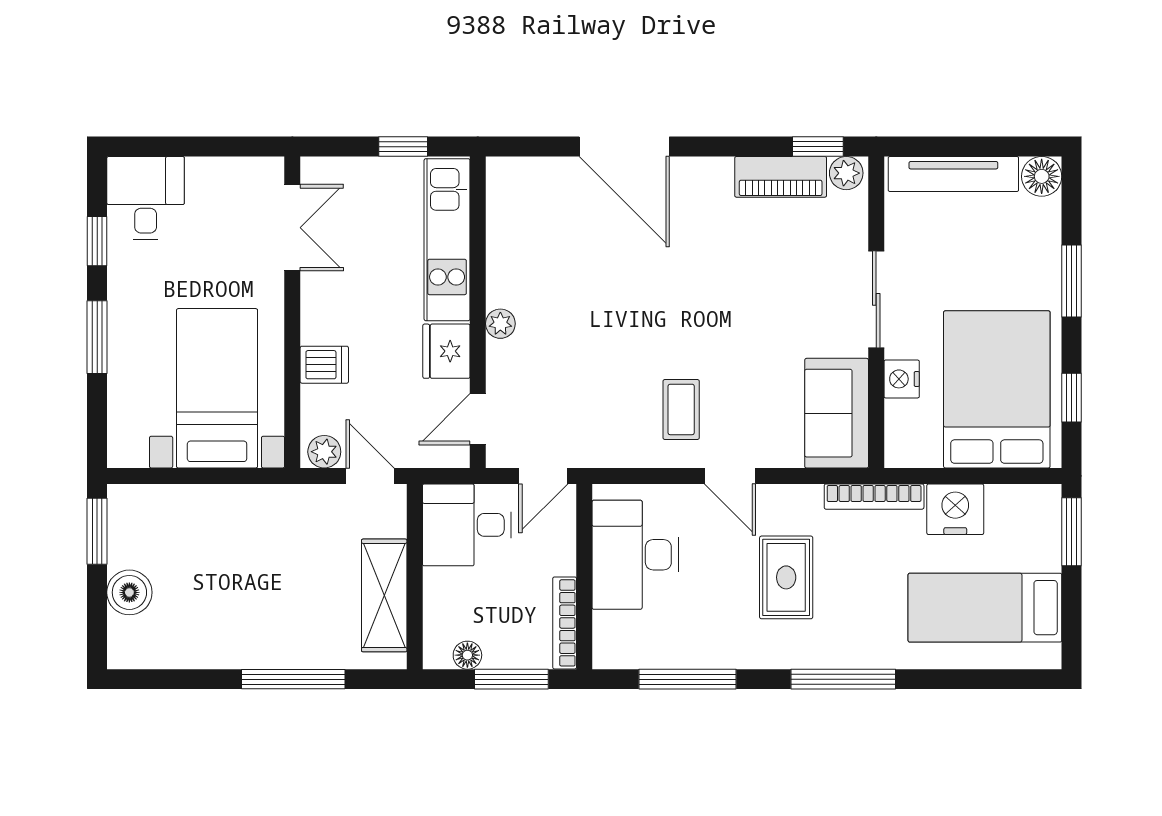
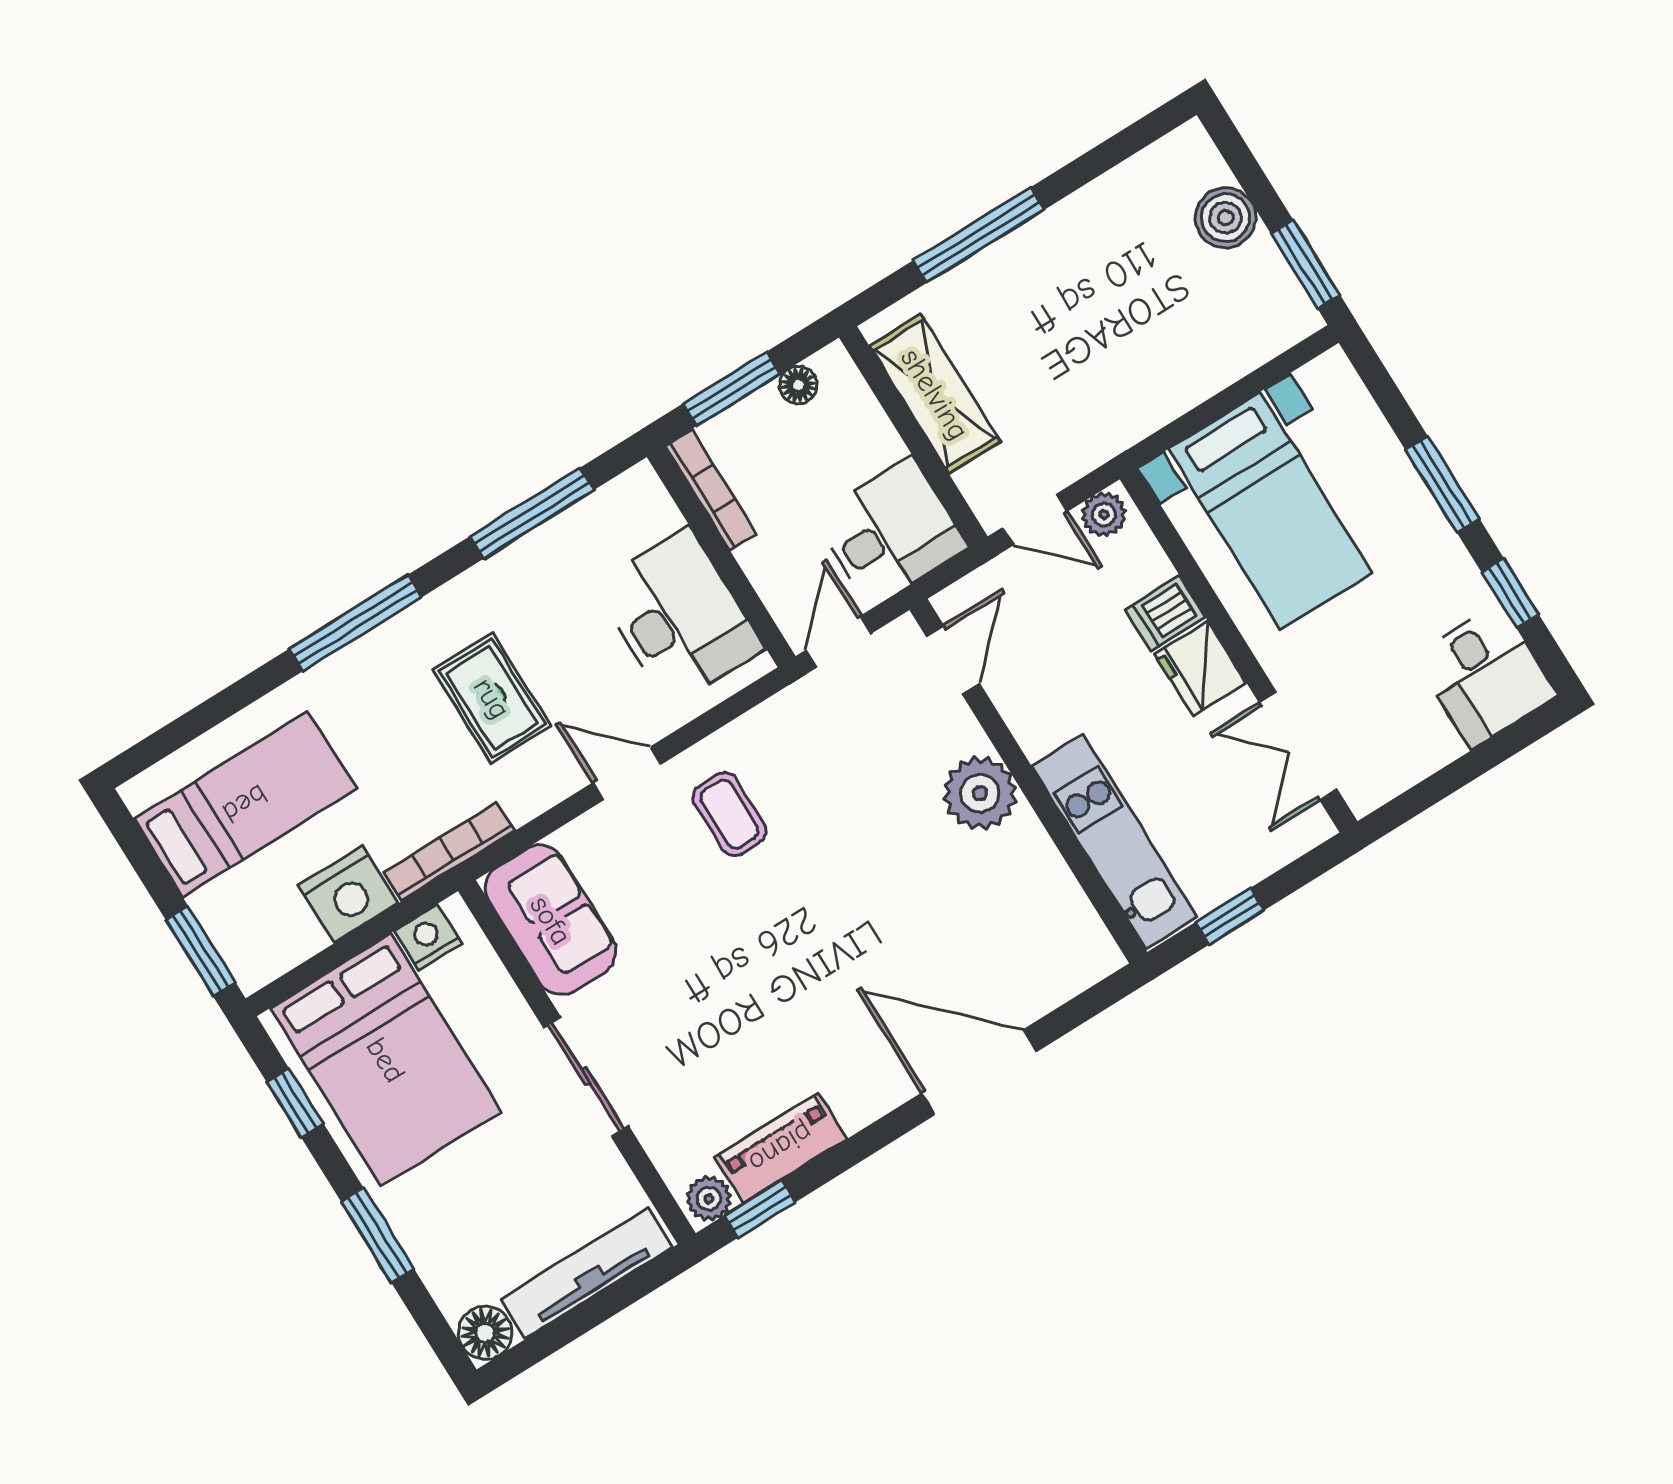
plant: (500, 324) -> (980, 793), width x1.88, depth x1.88
fridge: (446, 351) -> (1201, 669), moved, turned 180
nightstand: (902, 379) -> (428, 937), moved, turned -90

